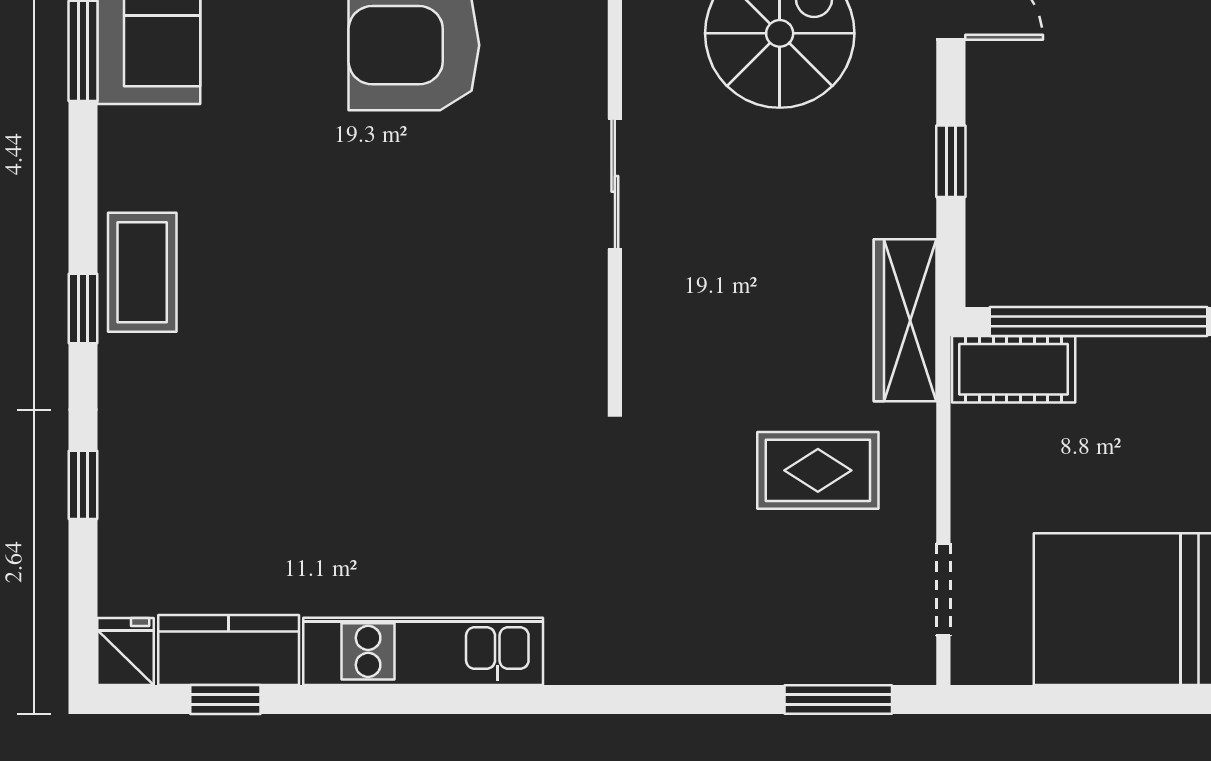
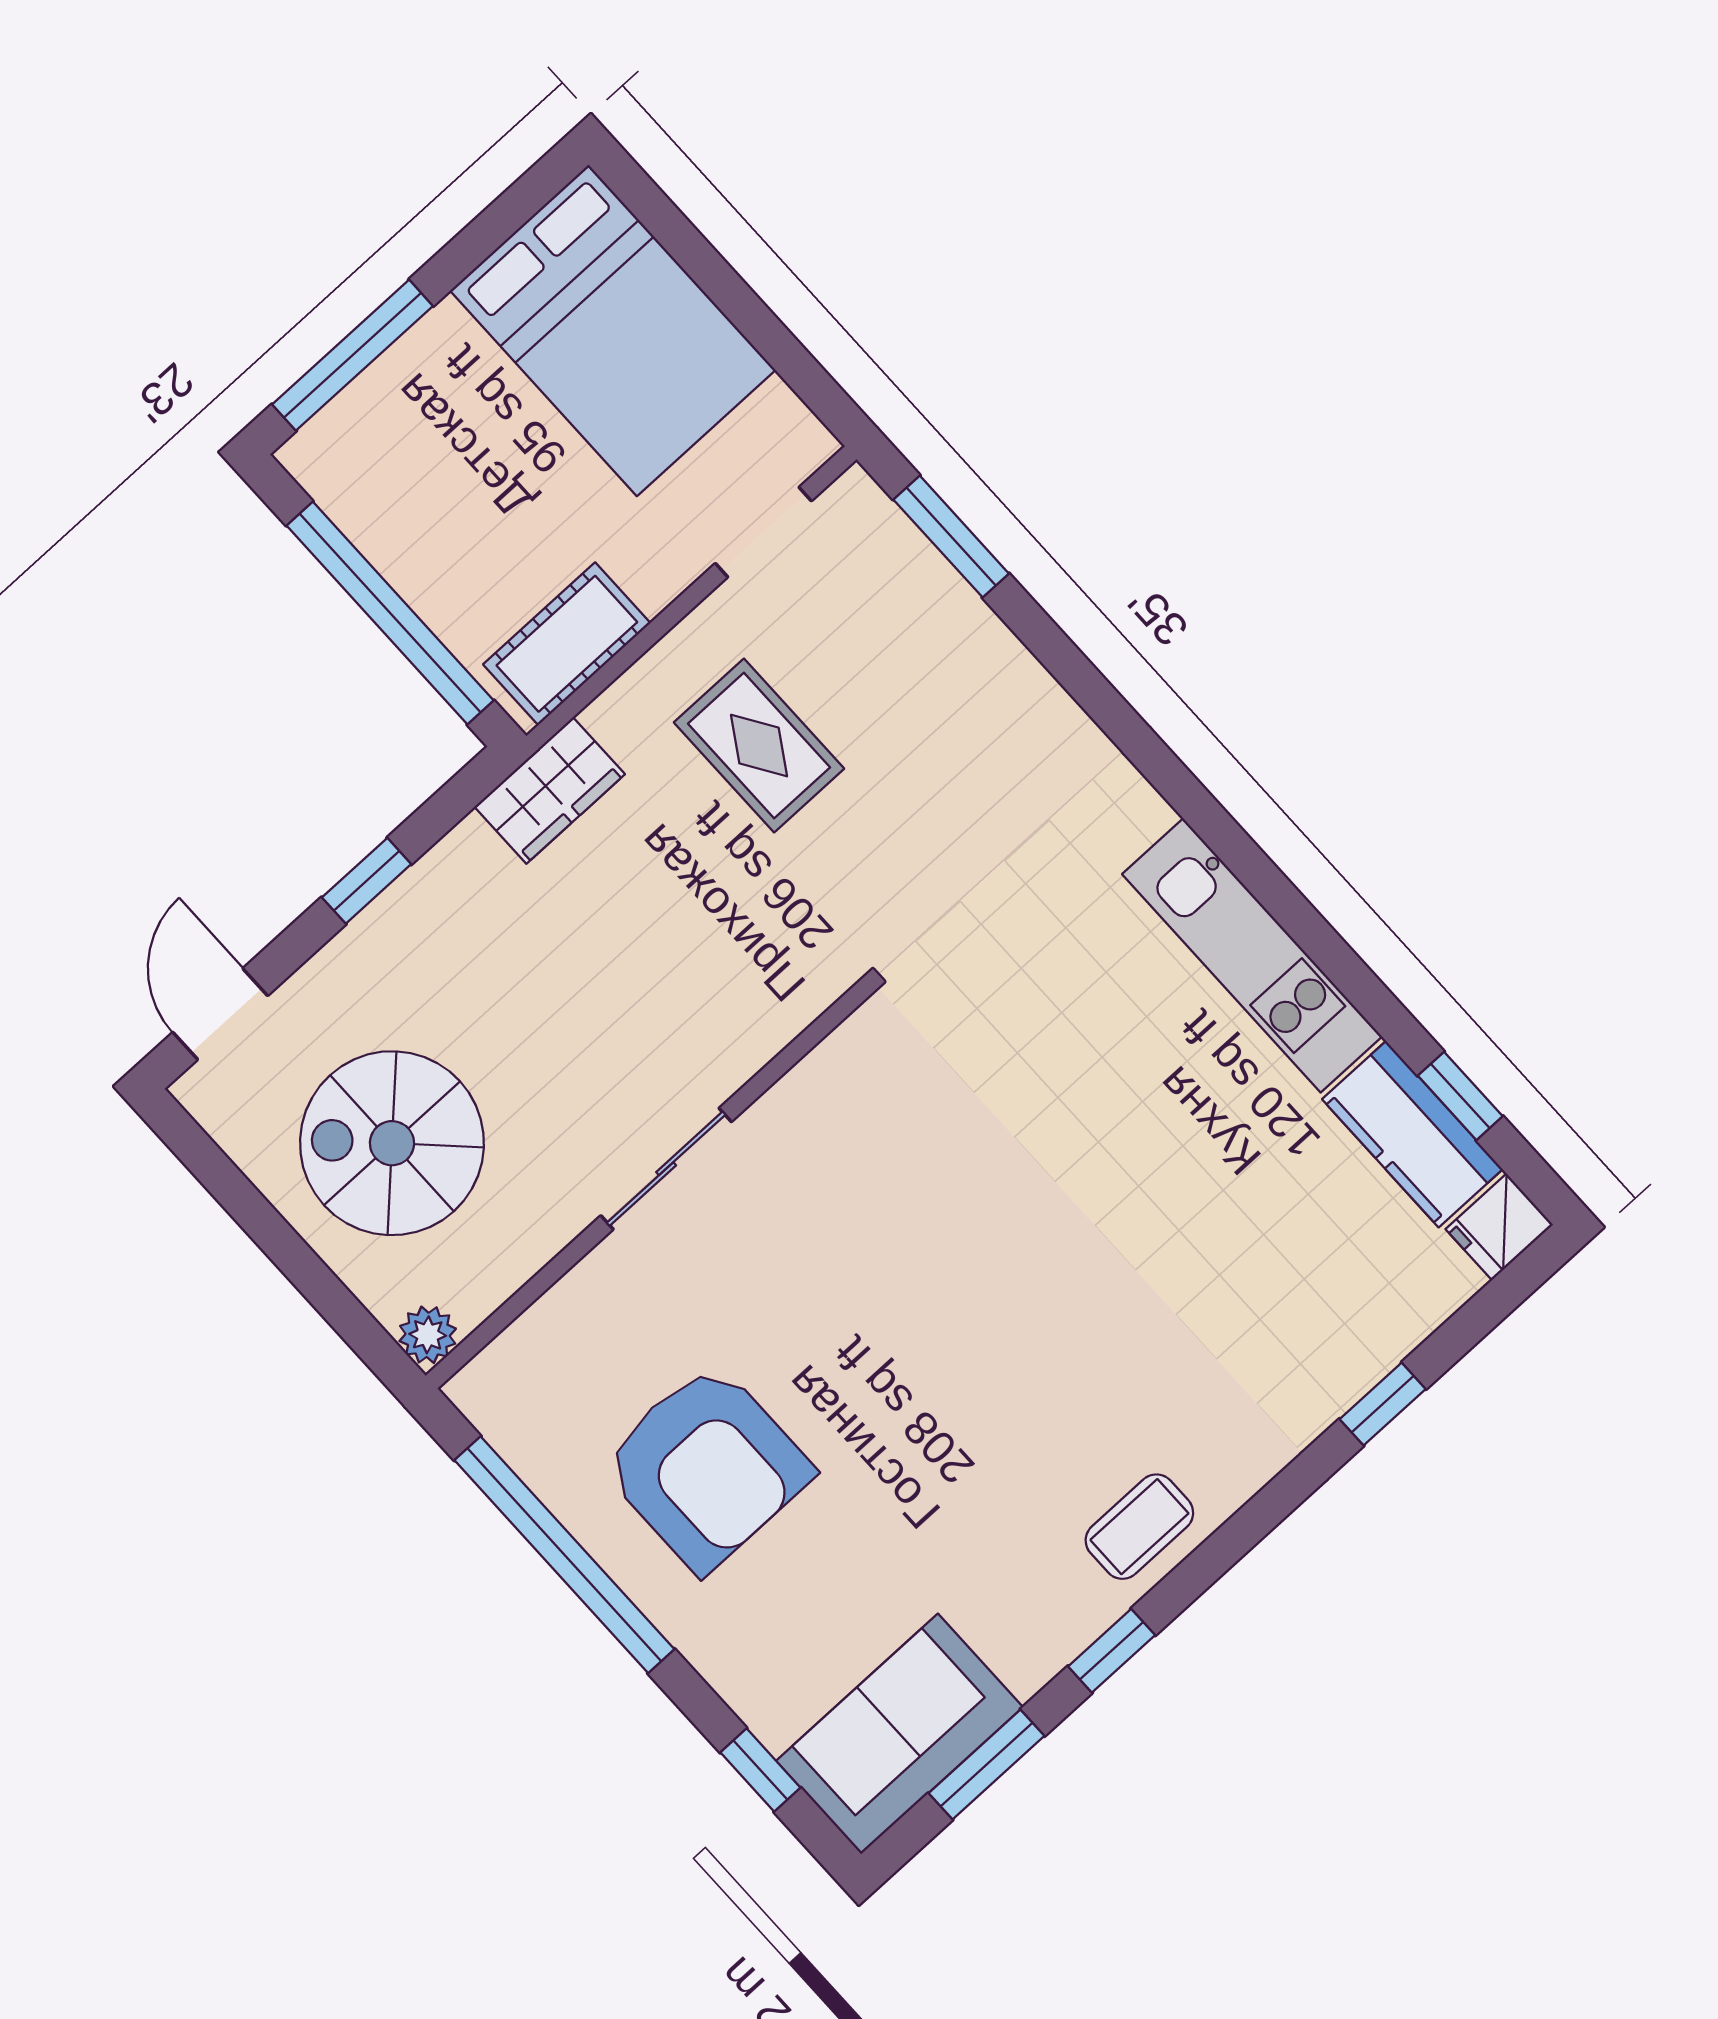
coffee table: (142, 272) -> (1139, 1527), width x0.73, depth x0.77
window: (83, 308) -> (1112, 1651), moved
wardrobe: (905, 320) -> (550, 790), width x0.67
cot: (1014, 369) -> (567, 644), moved, turned 90

